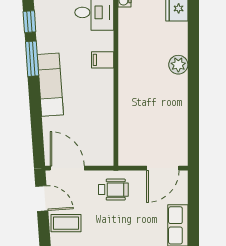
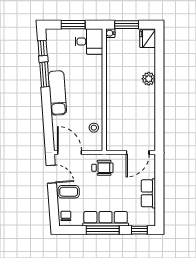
filing cabinet: (103, 60) -> (95, 75), removed
stool: (101, 133) -> (94, 128), added

